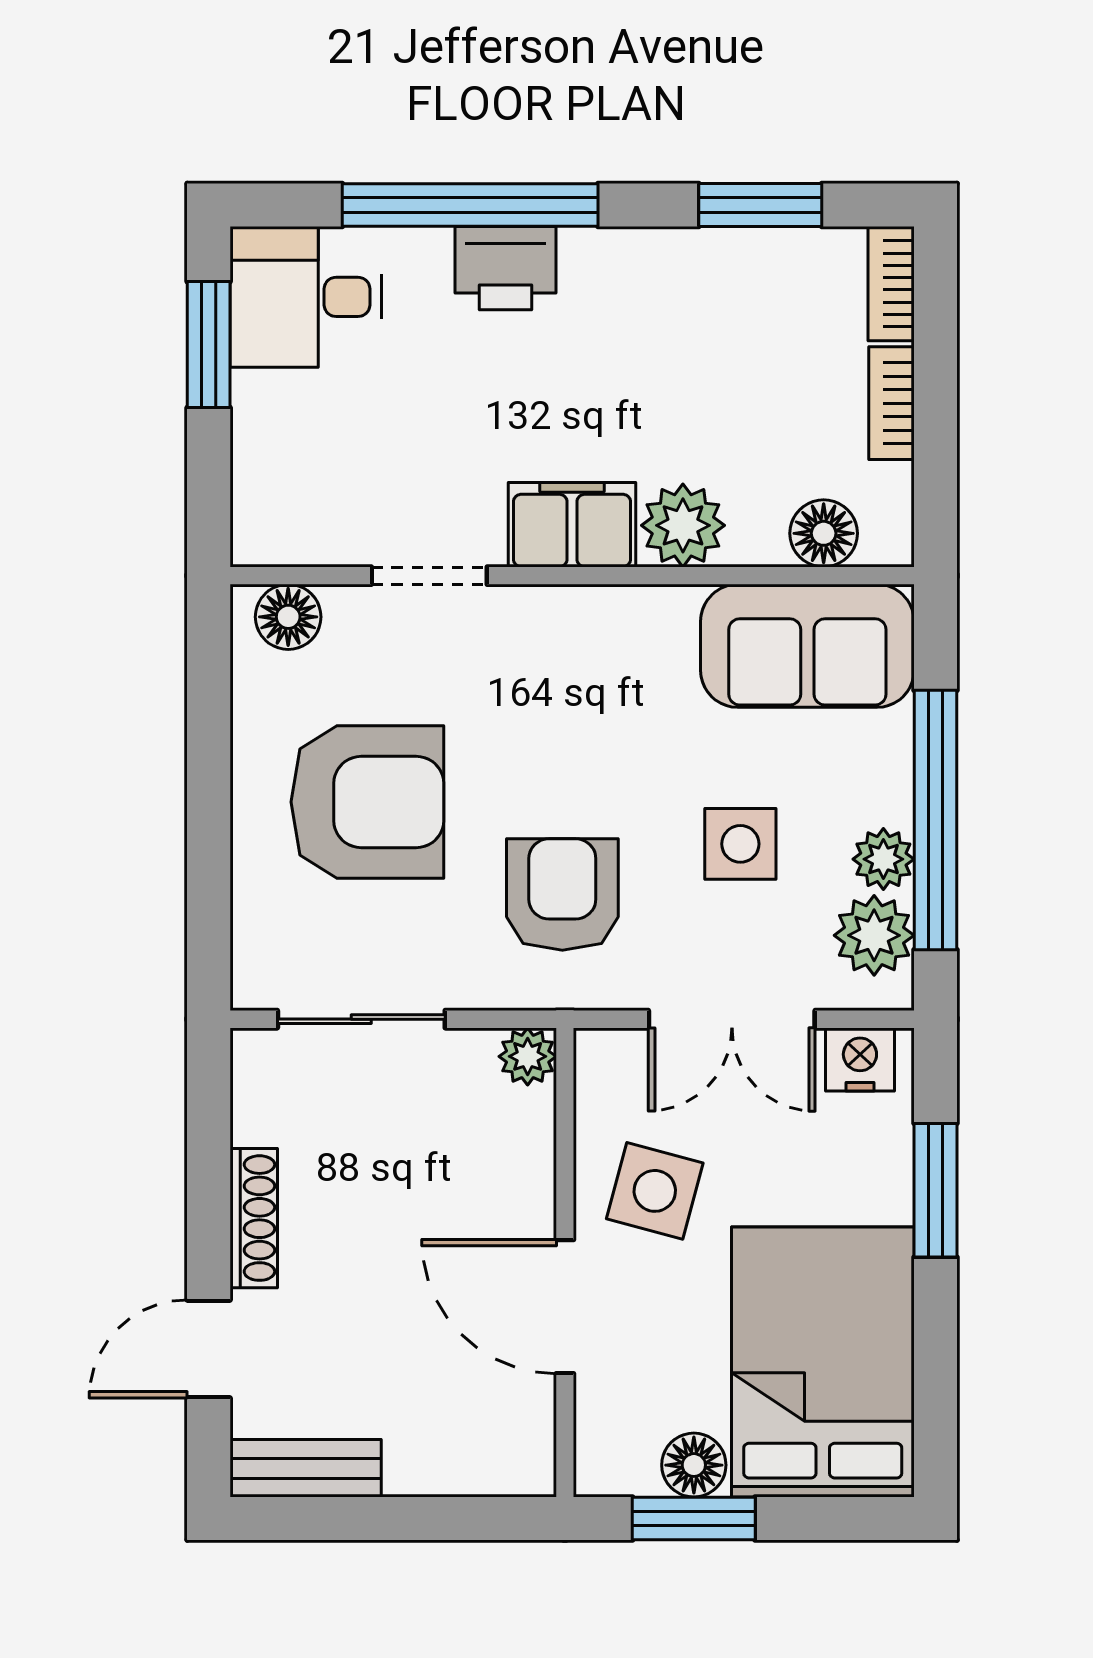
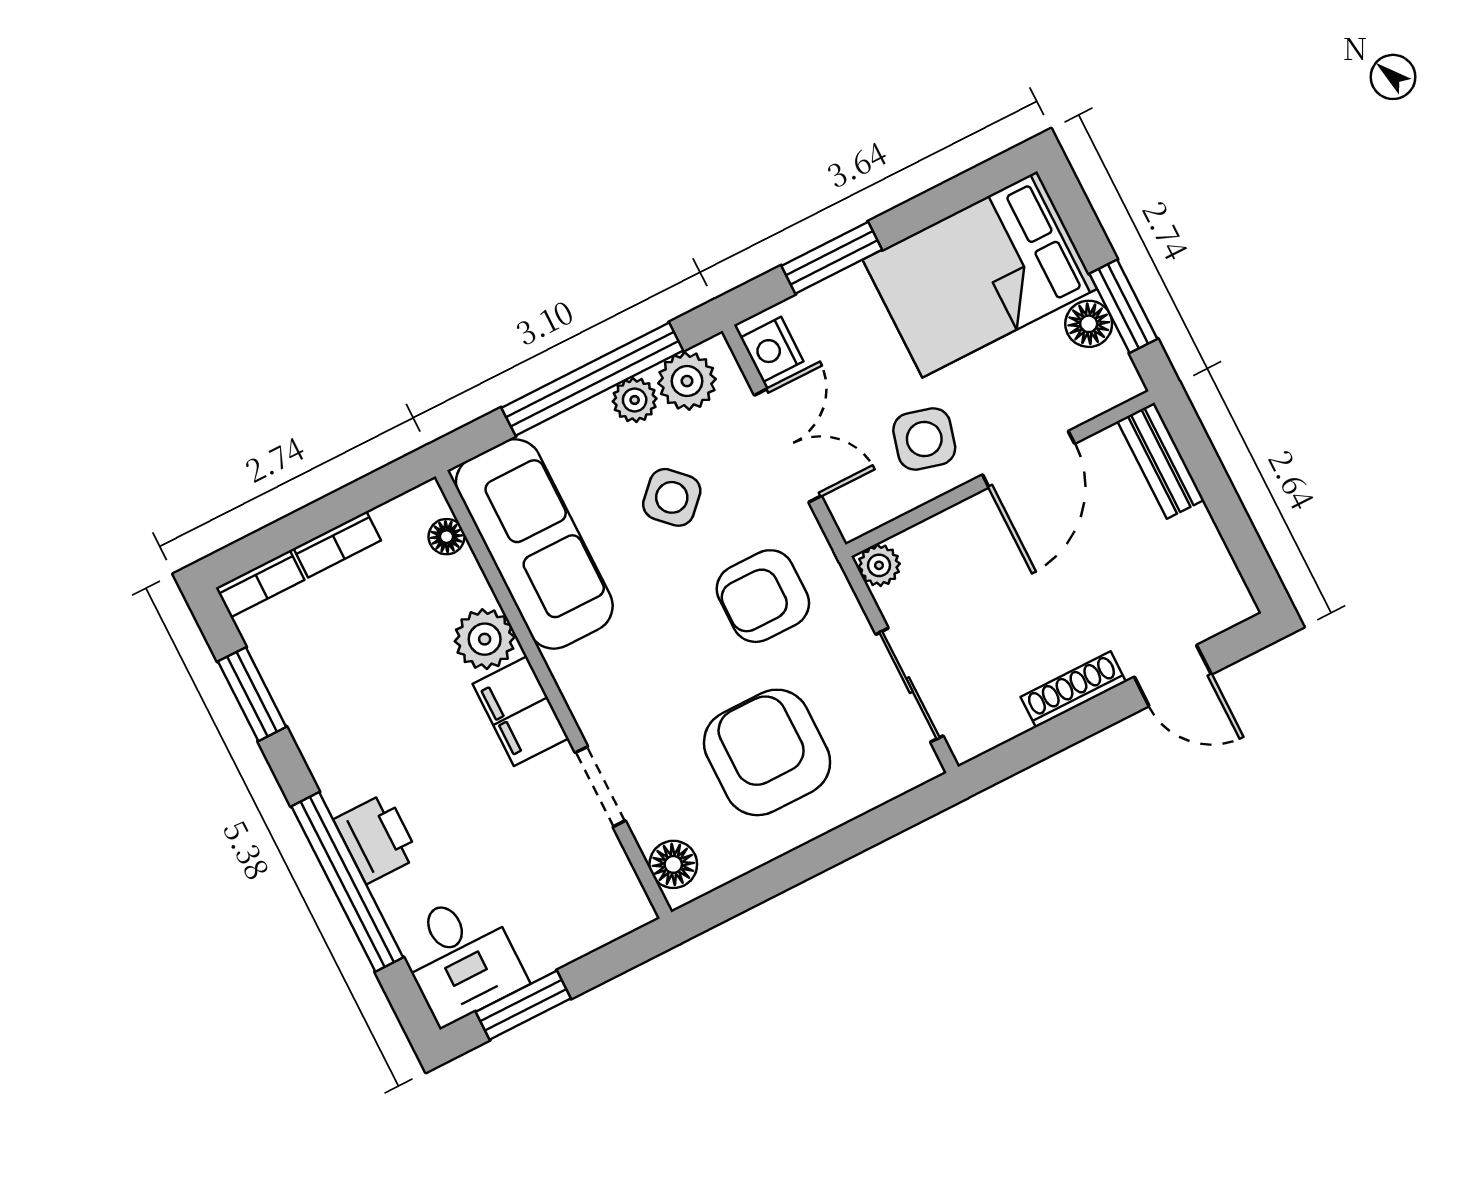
floor lamp: (824, 533) -> (447, 537), width x0.73, depth x0.73
sofa: (807, 646) -> (534, 544), width x1.36
side table: (740, 844) -> (672, 497), turned 45
bench: (306, 1468) -> (1161, 461), moved

